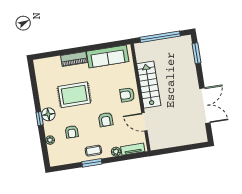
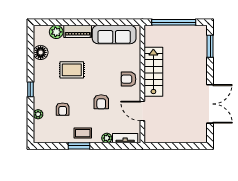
plant: (55, 63) -> (56, 32), added
rug: (74, 95) -> (72, 70), width x0.73, depth x0.70
floor lamp: (48, 114) -> (41, 52), moved

